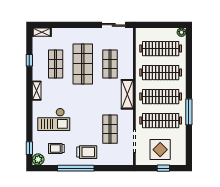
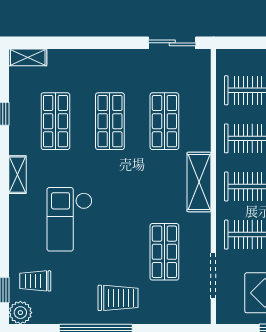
shop shelf: (83, 64) -> (110, 121), width x0.70, depth x0.74
checkout: (54, 119) -> (69, 219), moved, turned 90
trolley: (56, 149) -> (35, 281), moved

